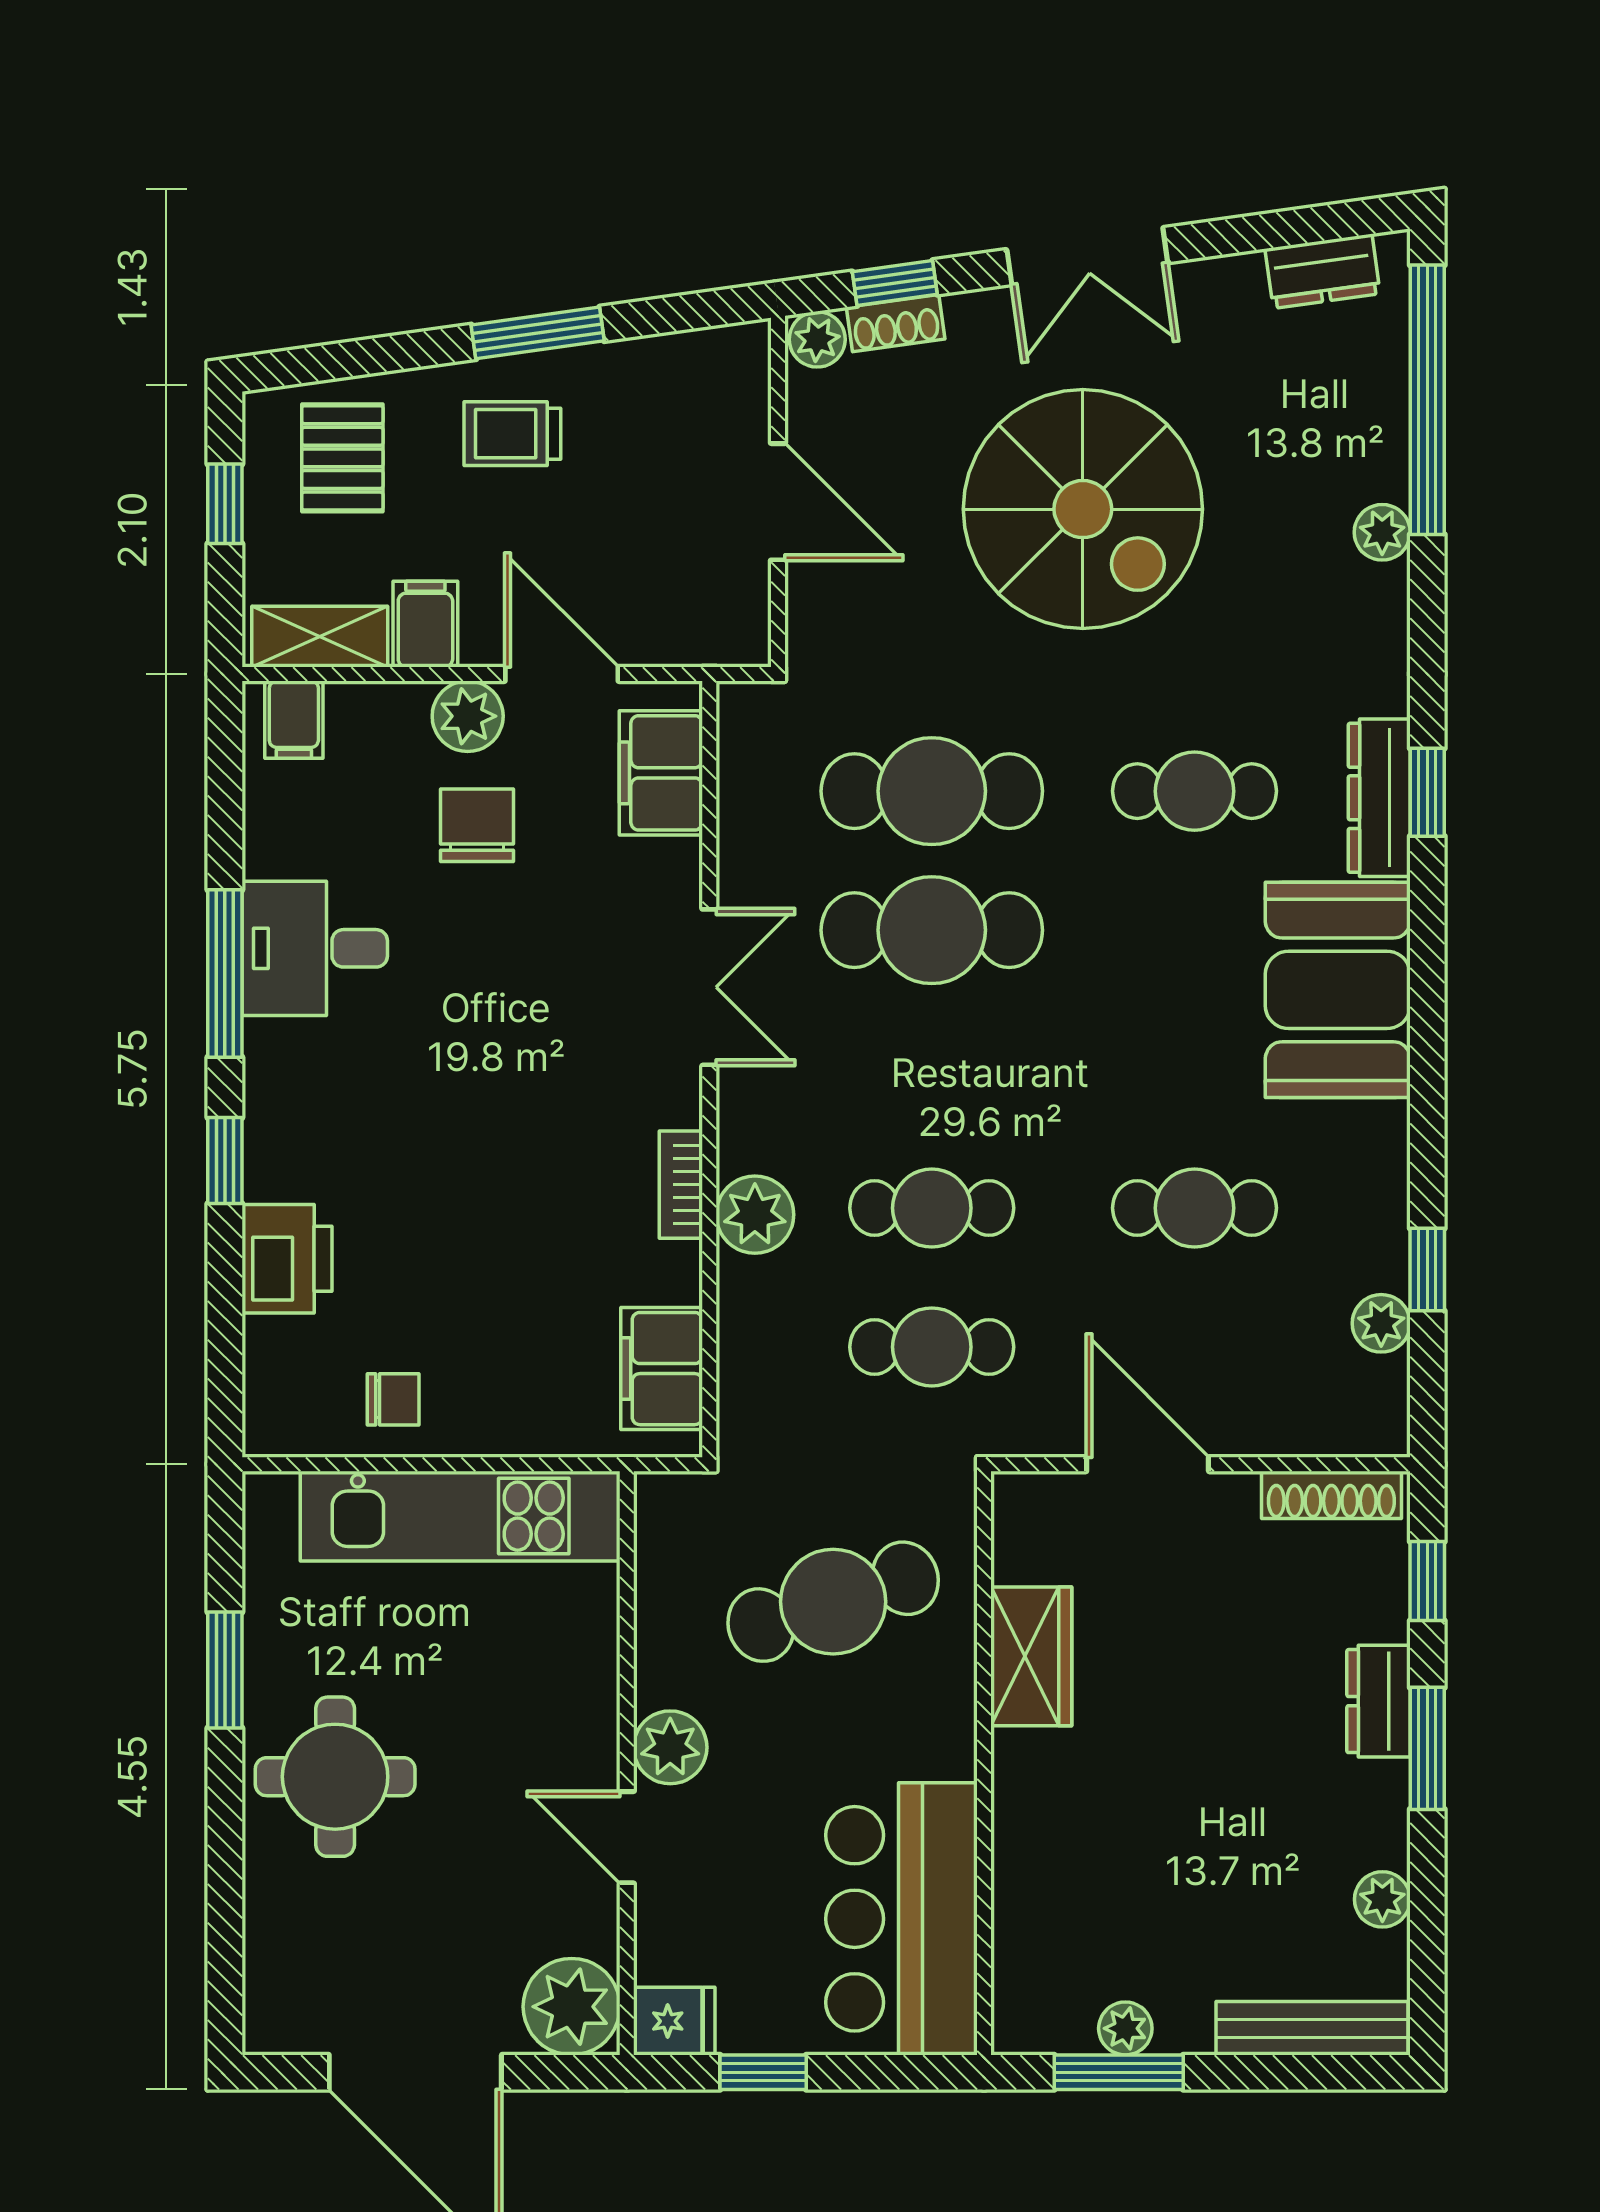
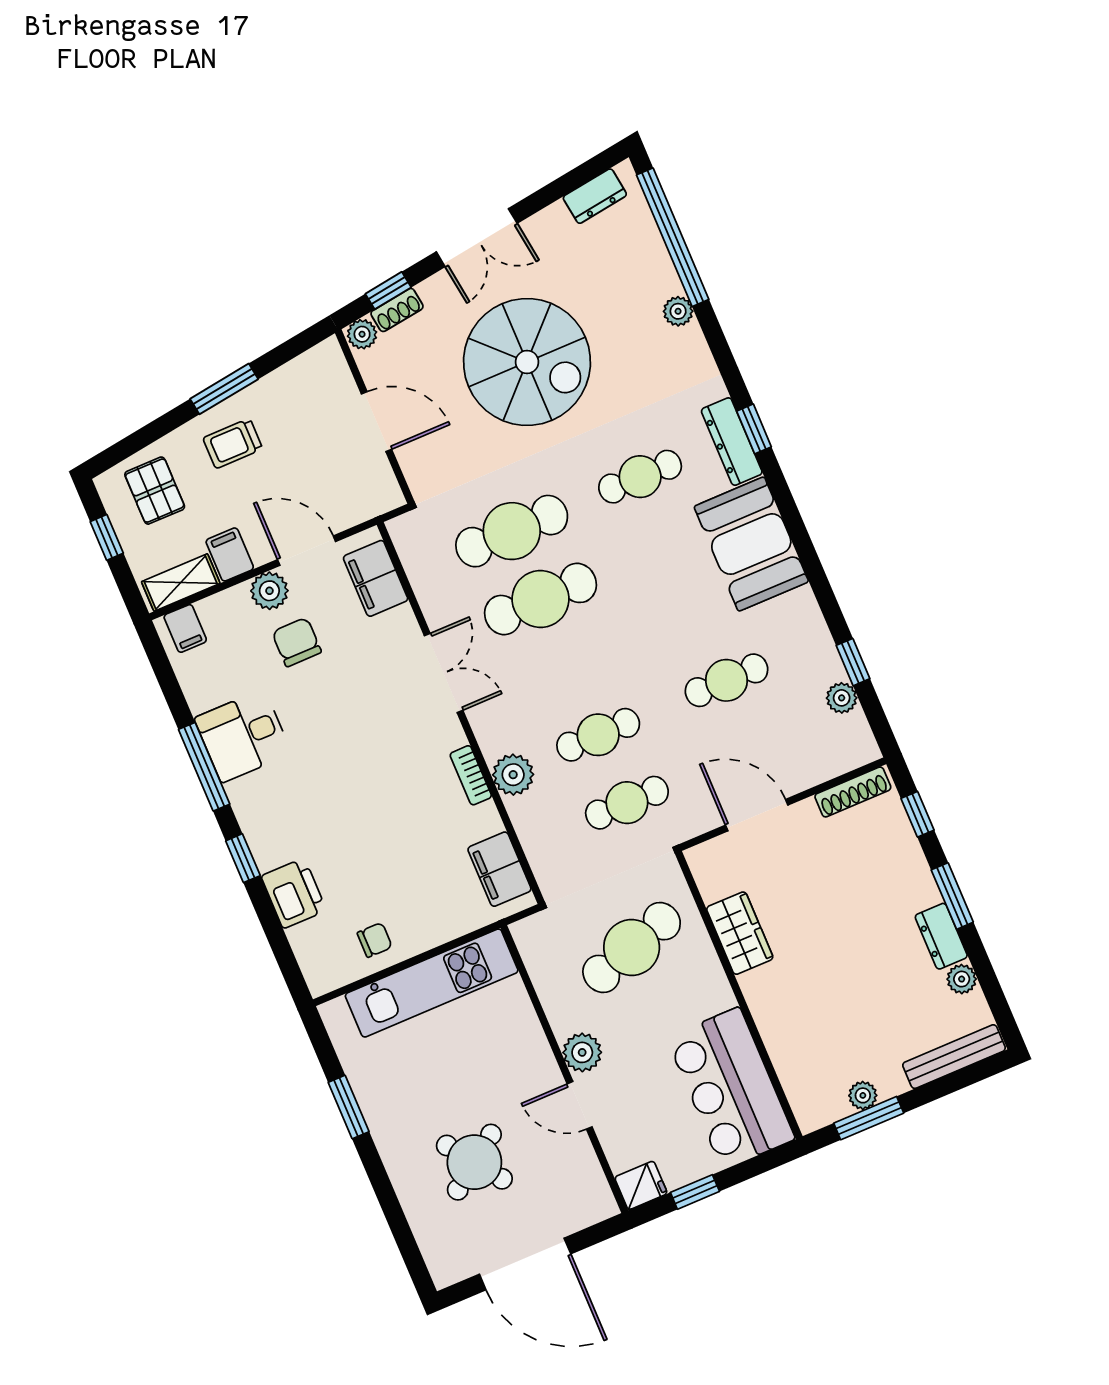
dresser: (1379, 1701) -> (941, 936), moved
round table: (335, 1777) -> (474, 1162), moved, turned -36
plant: (572, 2007) -> (588, 1200), removed

